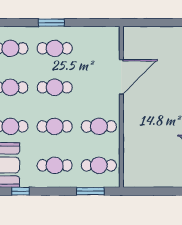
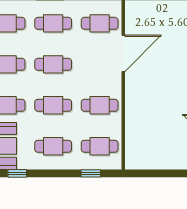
cafe table: (99, 48) -> (100, 23), added
window: (90, 191) -> (91, 173), width x0.67

